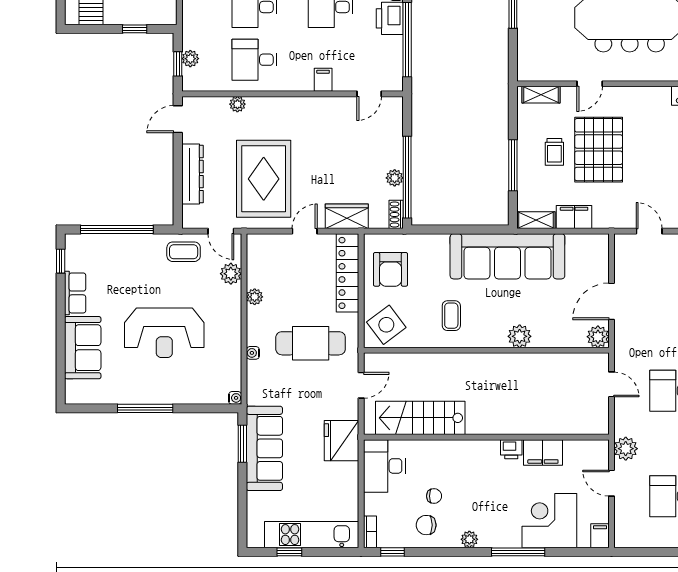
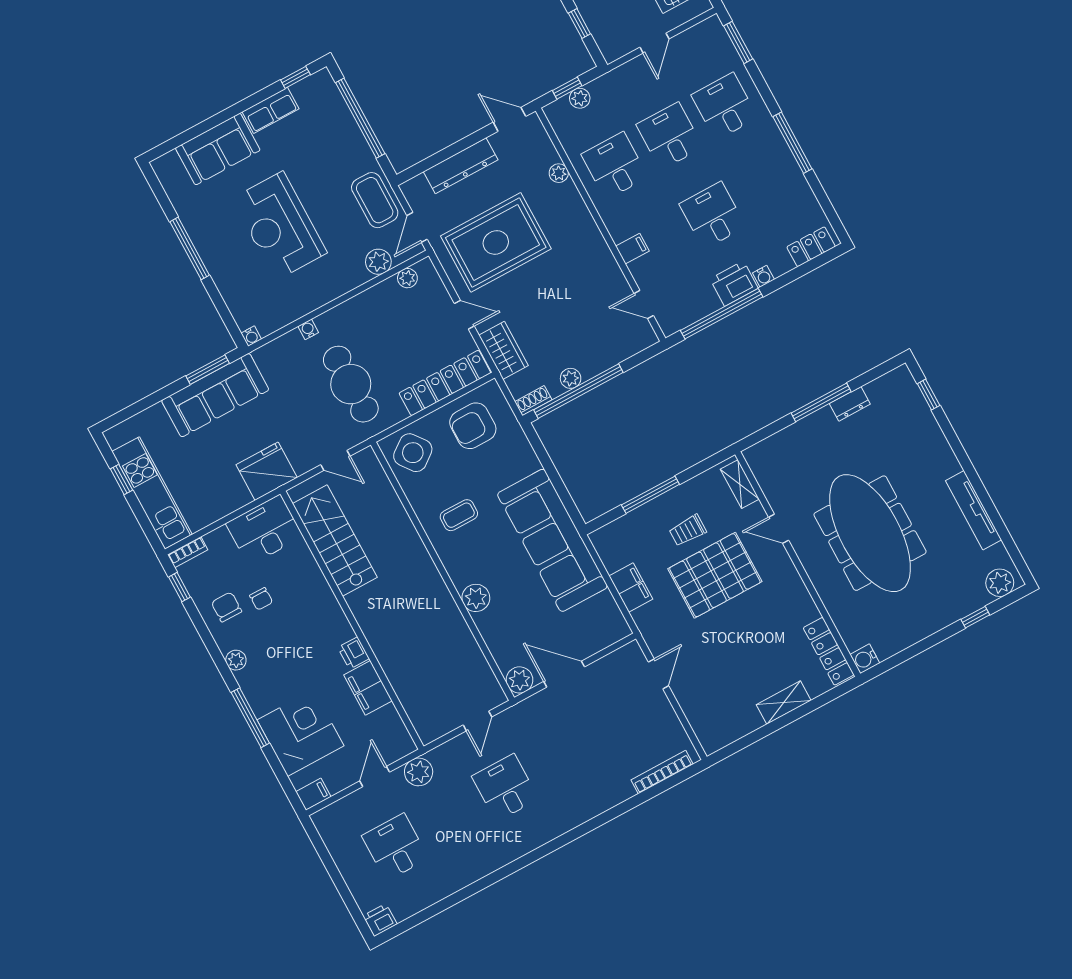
shelving: (536, 220) -> (606, 550), removed
coffee table: (184, 252) -> (375, 200), width x1.36, depth x1.30
plant: (255, 297) -> (407, 278), moved

